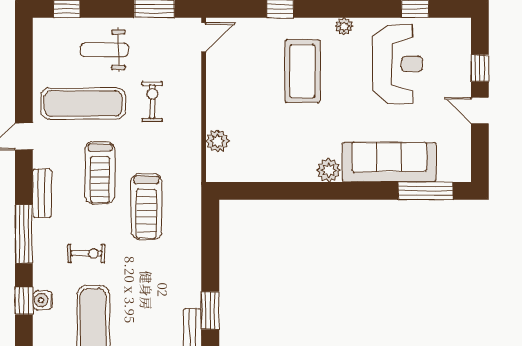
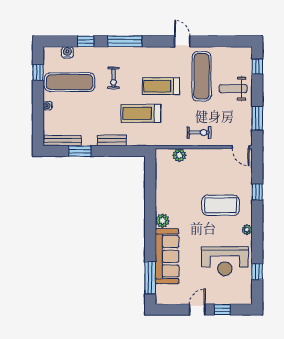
weight bench: (104, 50) -> (233, 89), turned -90
exercise bike: (152, 102) -> (199, 133), moved
bench: (42, 193) -> (112, 140), moved
water cooler: (43, 300) -> (67, 52), moved

